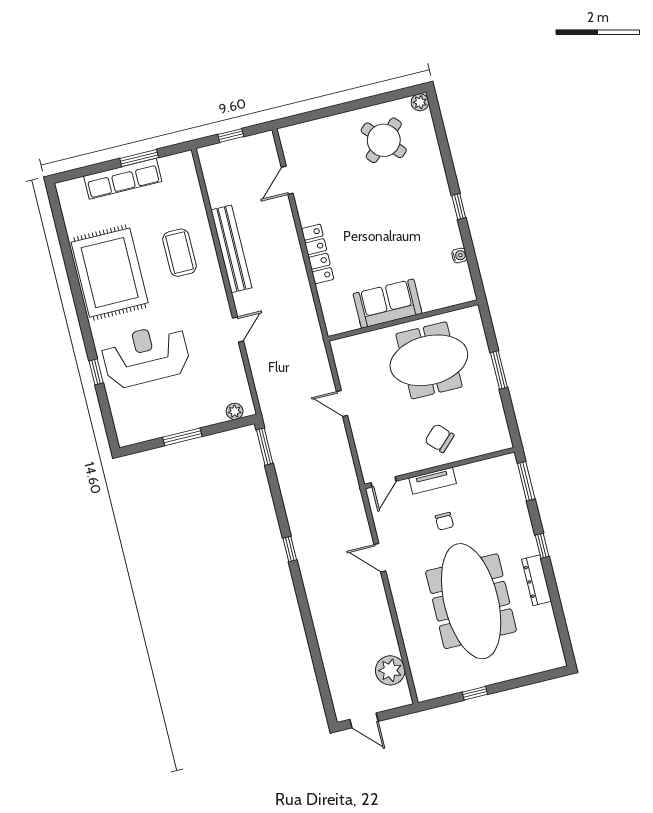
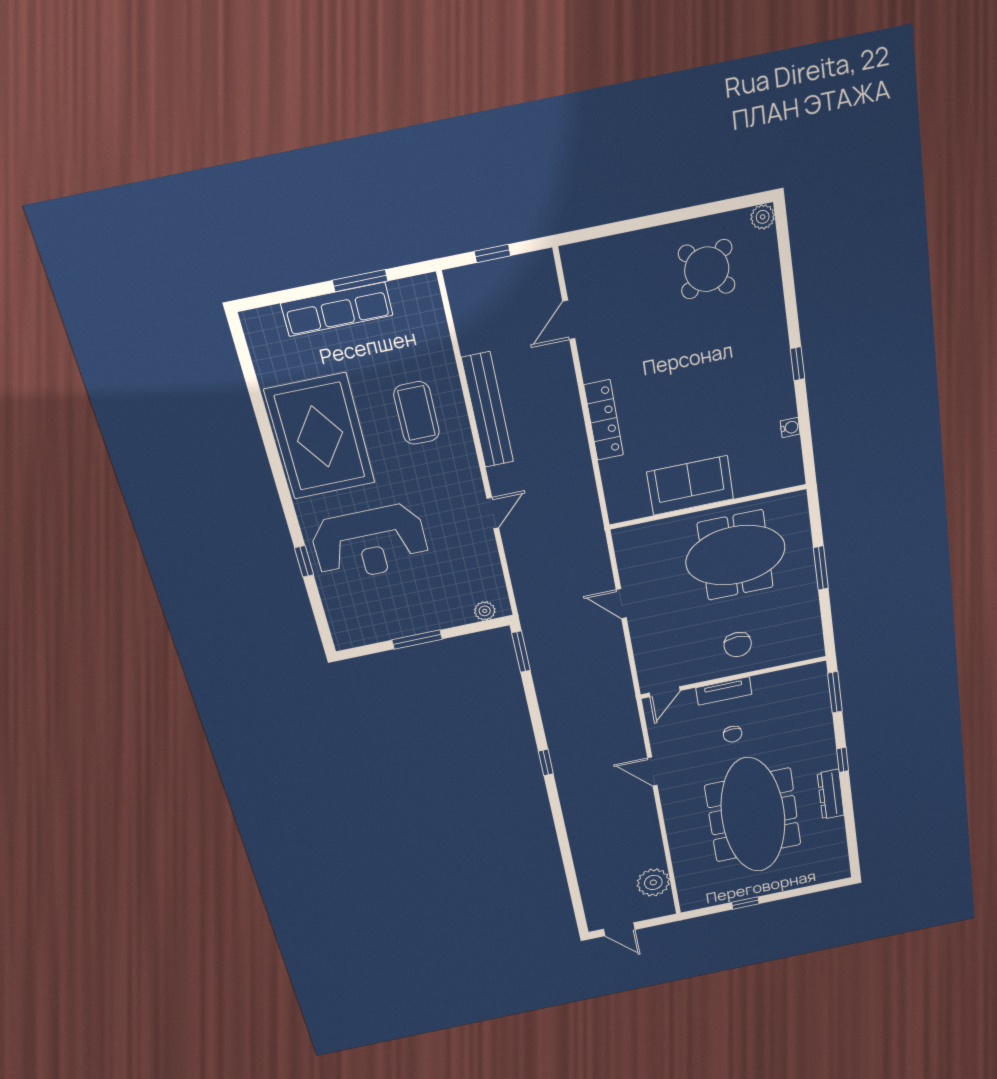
reception desk: (146, 356) -> (370, 543), turned 180
chair: (439, 438) -> (738, 645), turned -136

